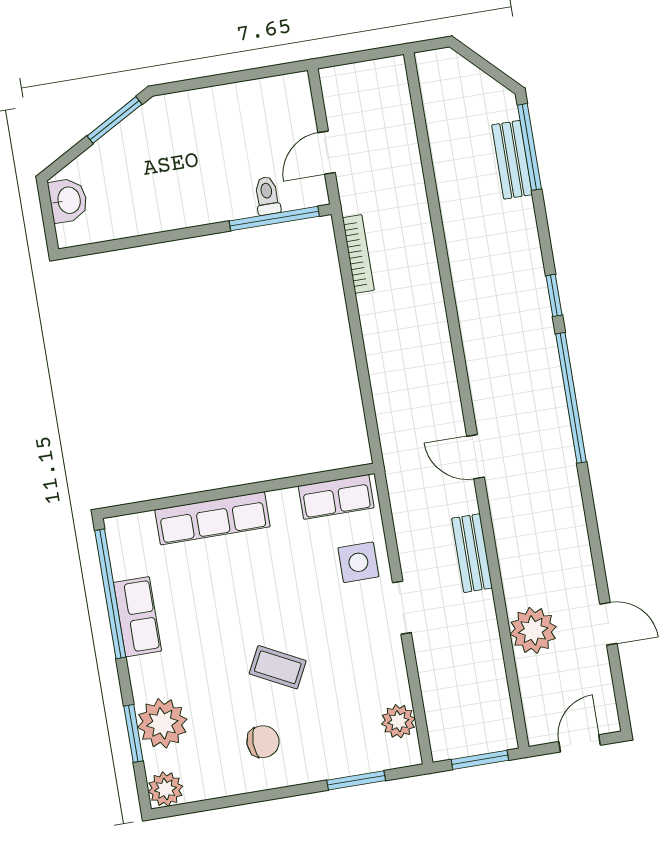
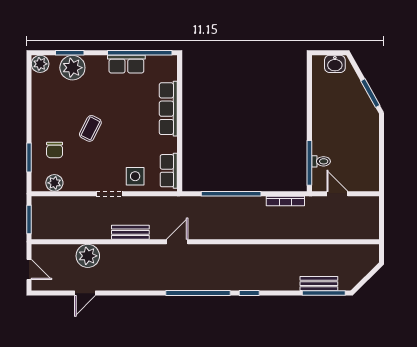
window: (362, 364) -> (231, 194), added
chair: (263, 742) -> (55, 150), moved

